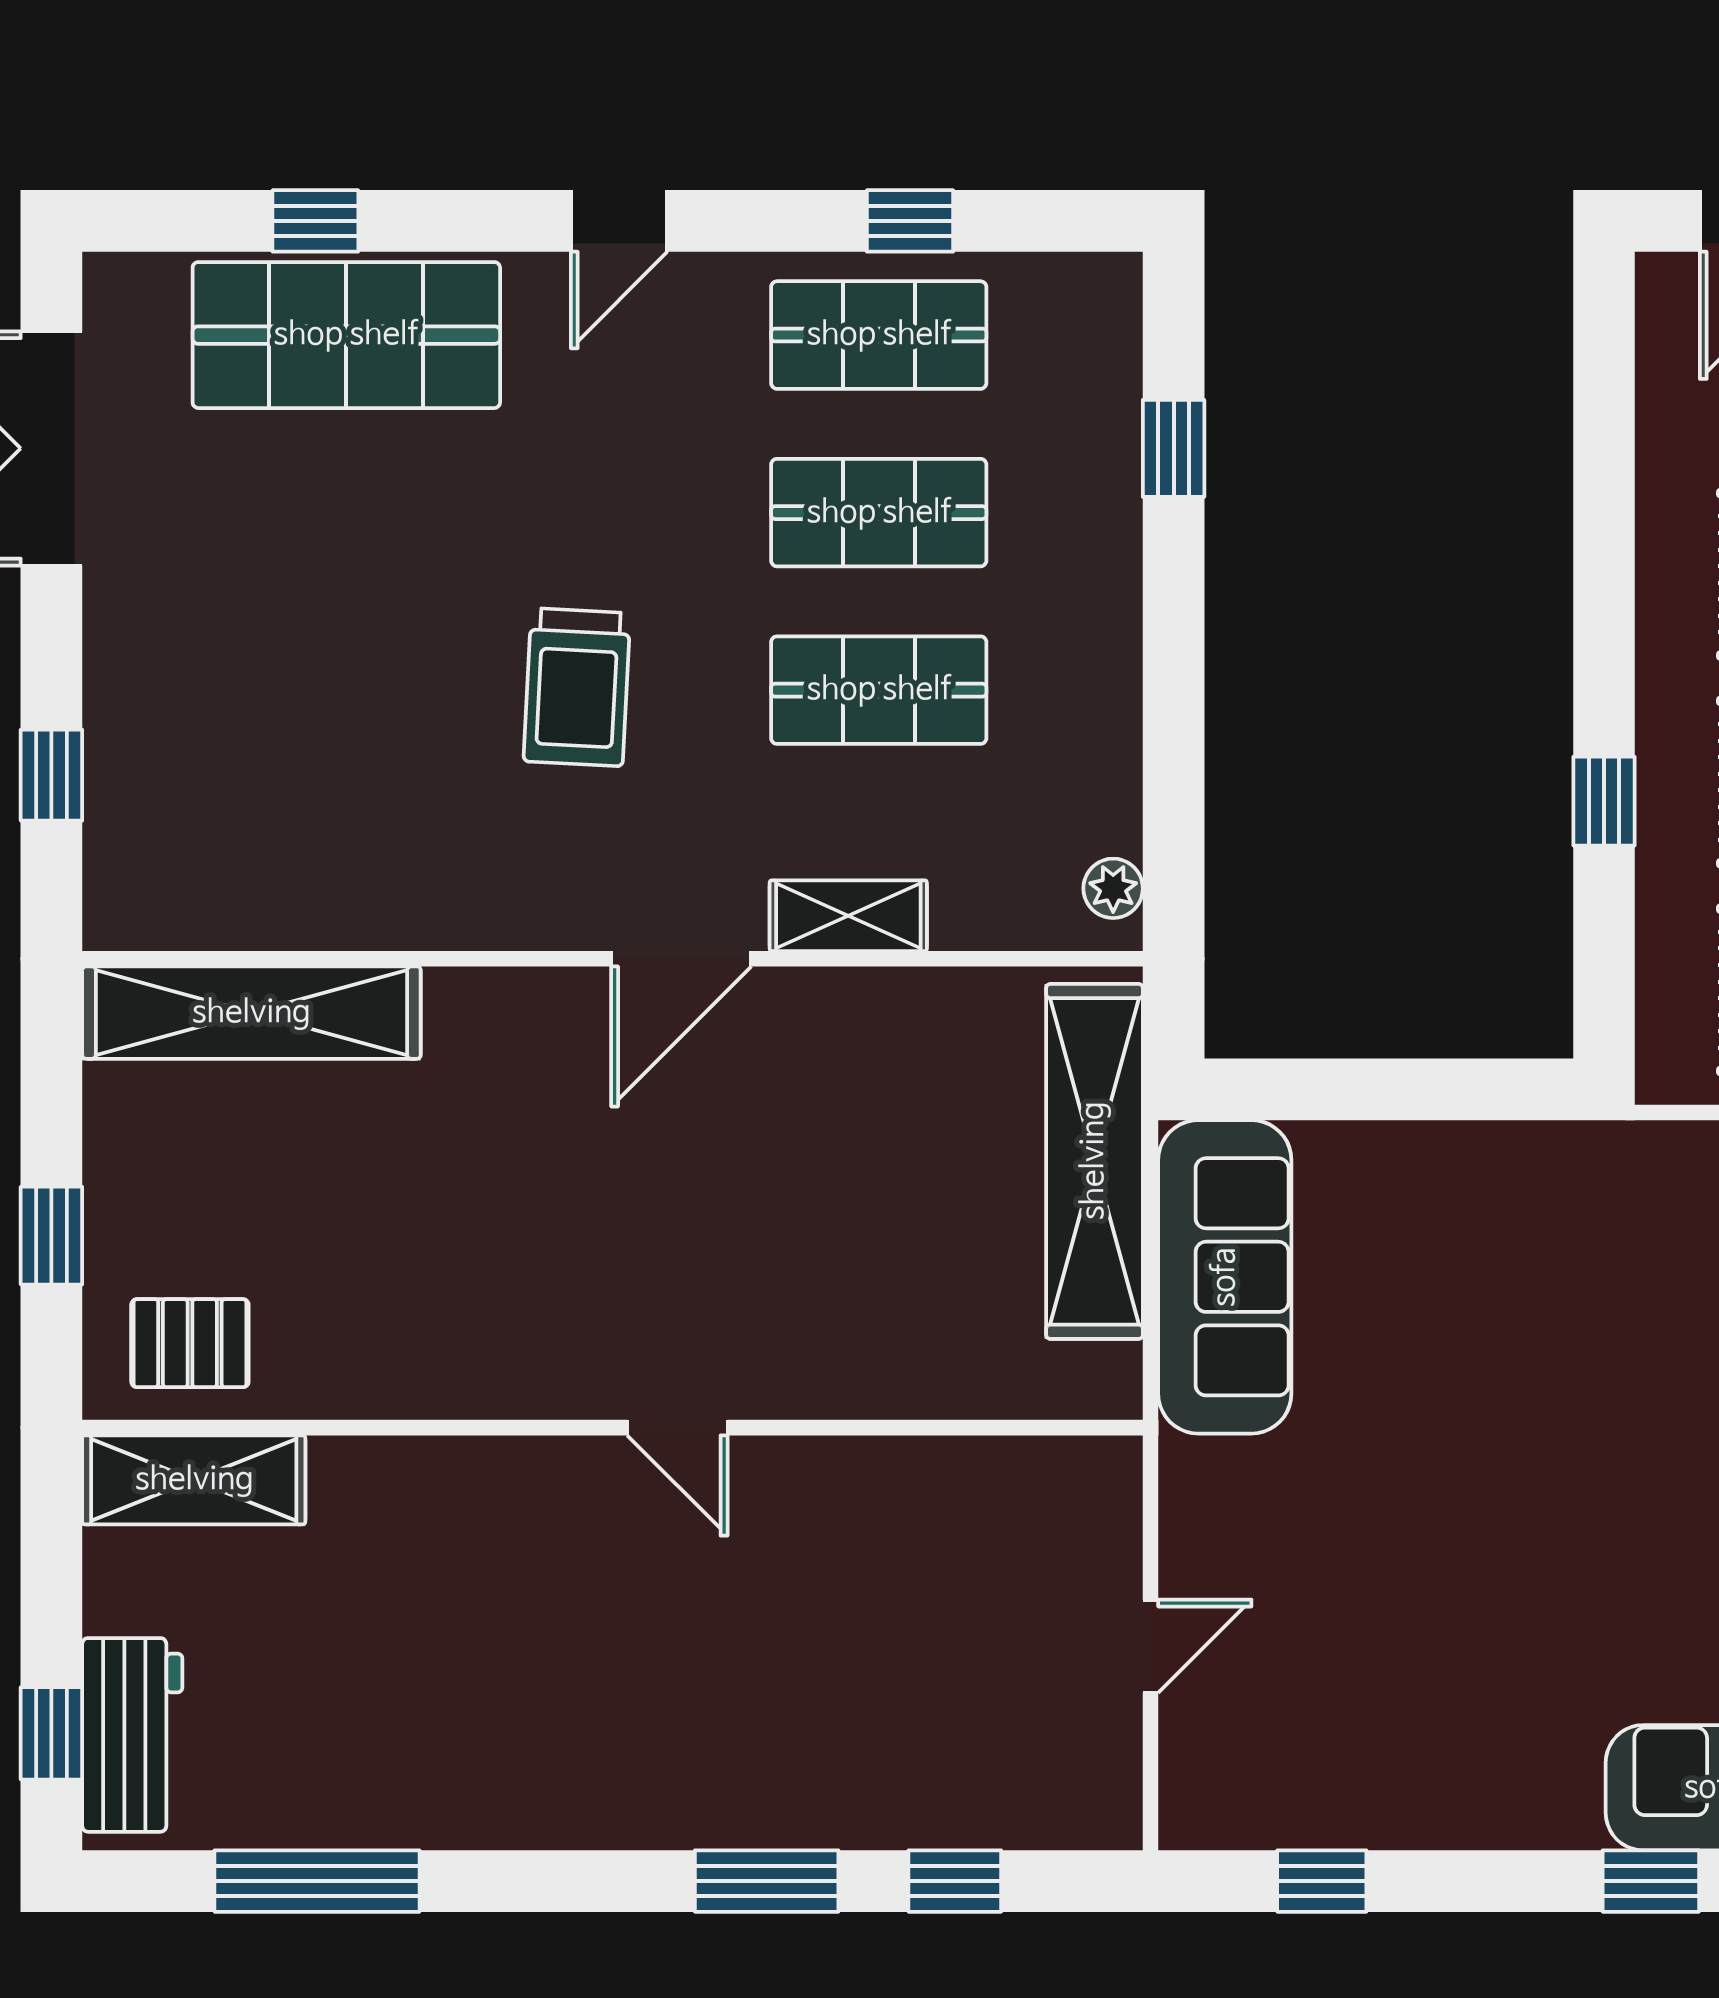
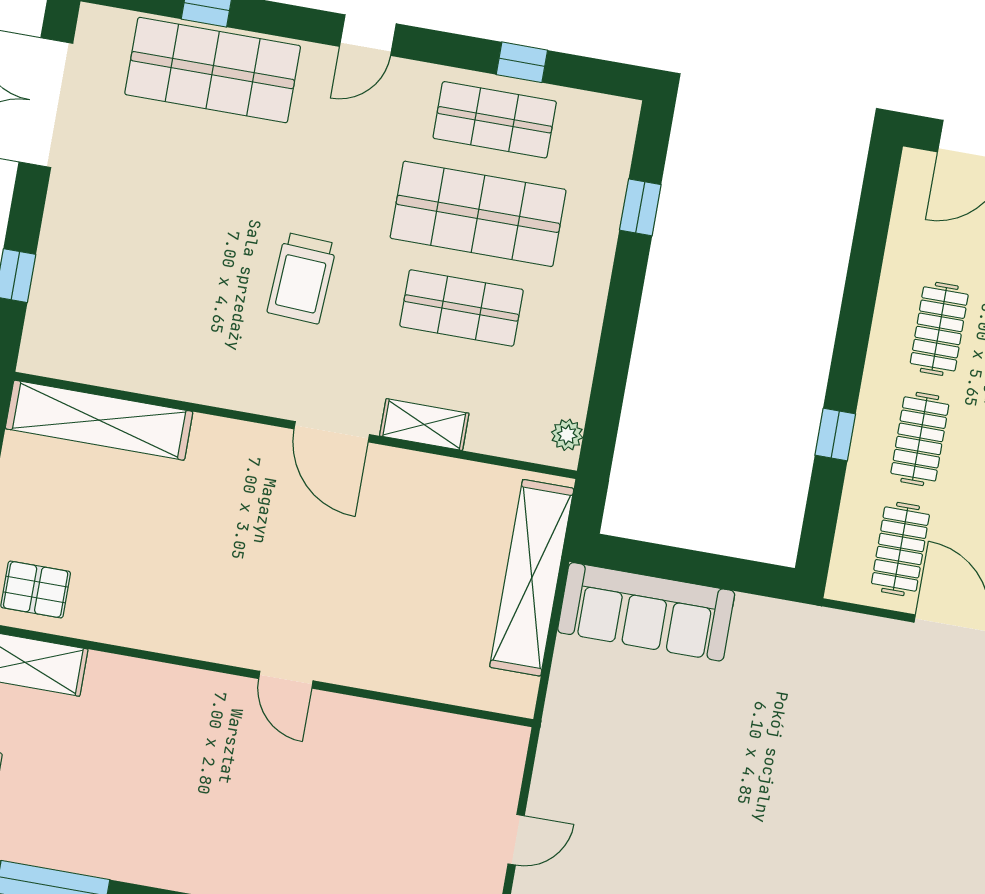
shop shelf: (879, 513) -> (478, 214), width x1.43, depth x1.36
door: (681, 959) -> (332, 432), hinge flipped
sofa: (1225, 1277) -> (646, 612), moved, turned 90

